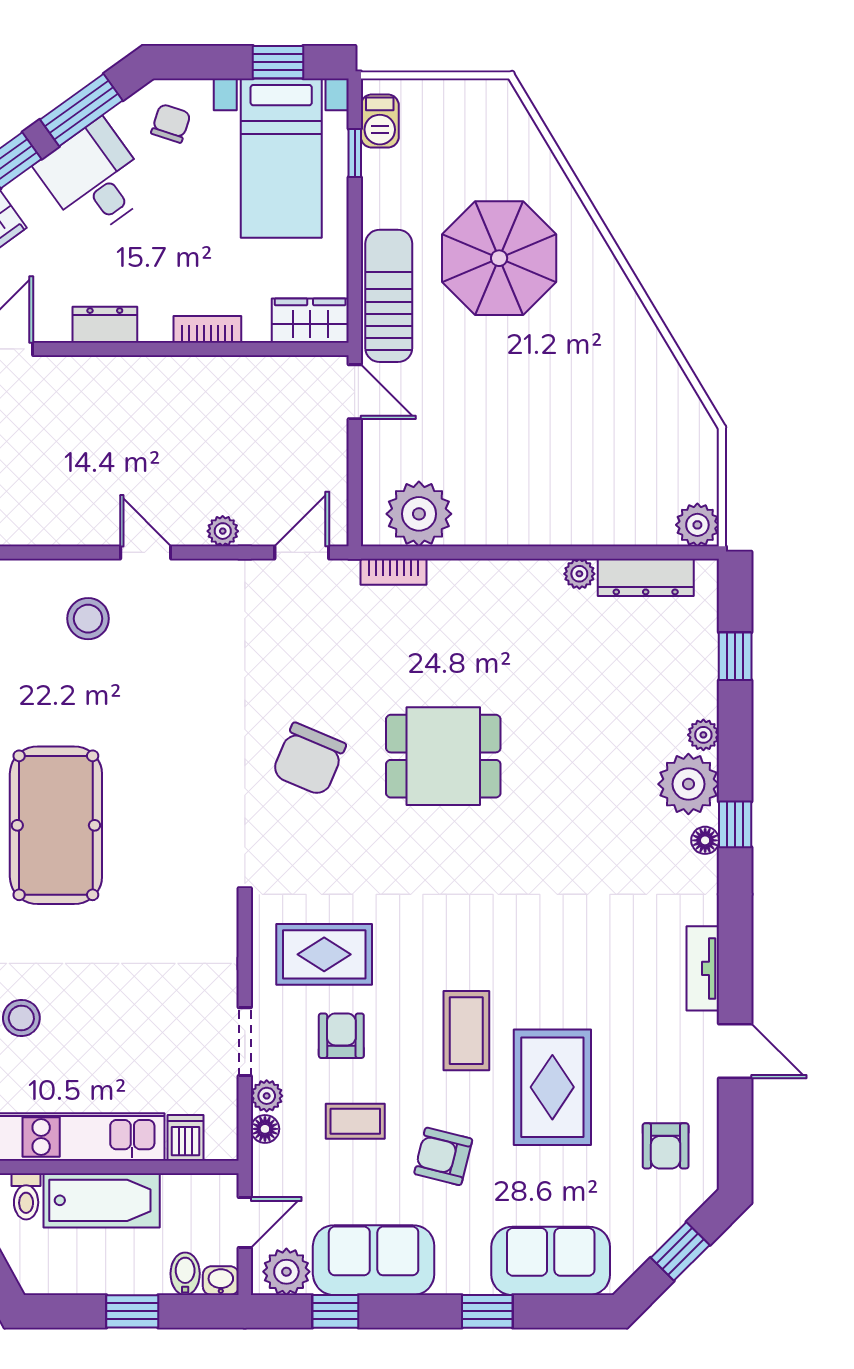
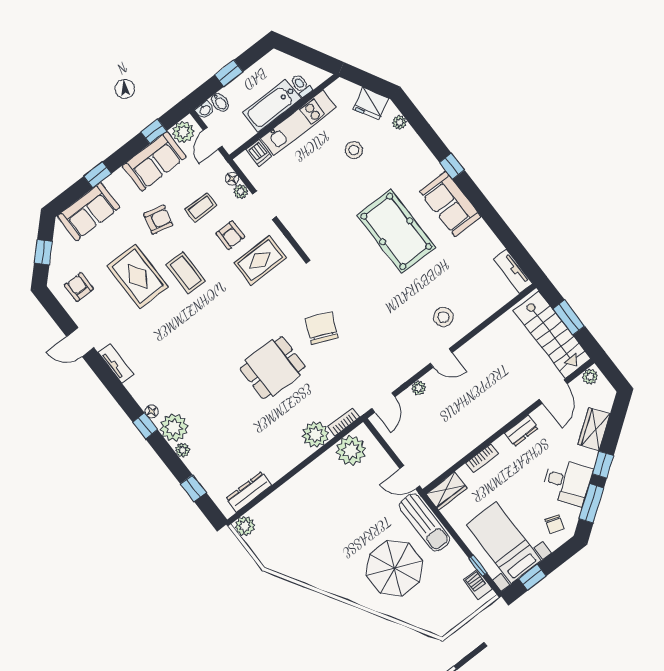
plant: (579, 574) -> (315, 435), moved, width x1.88, depth x1.88

